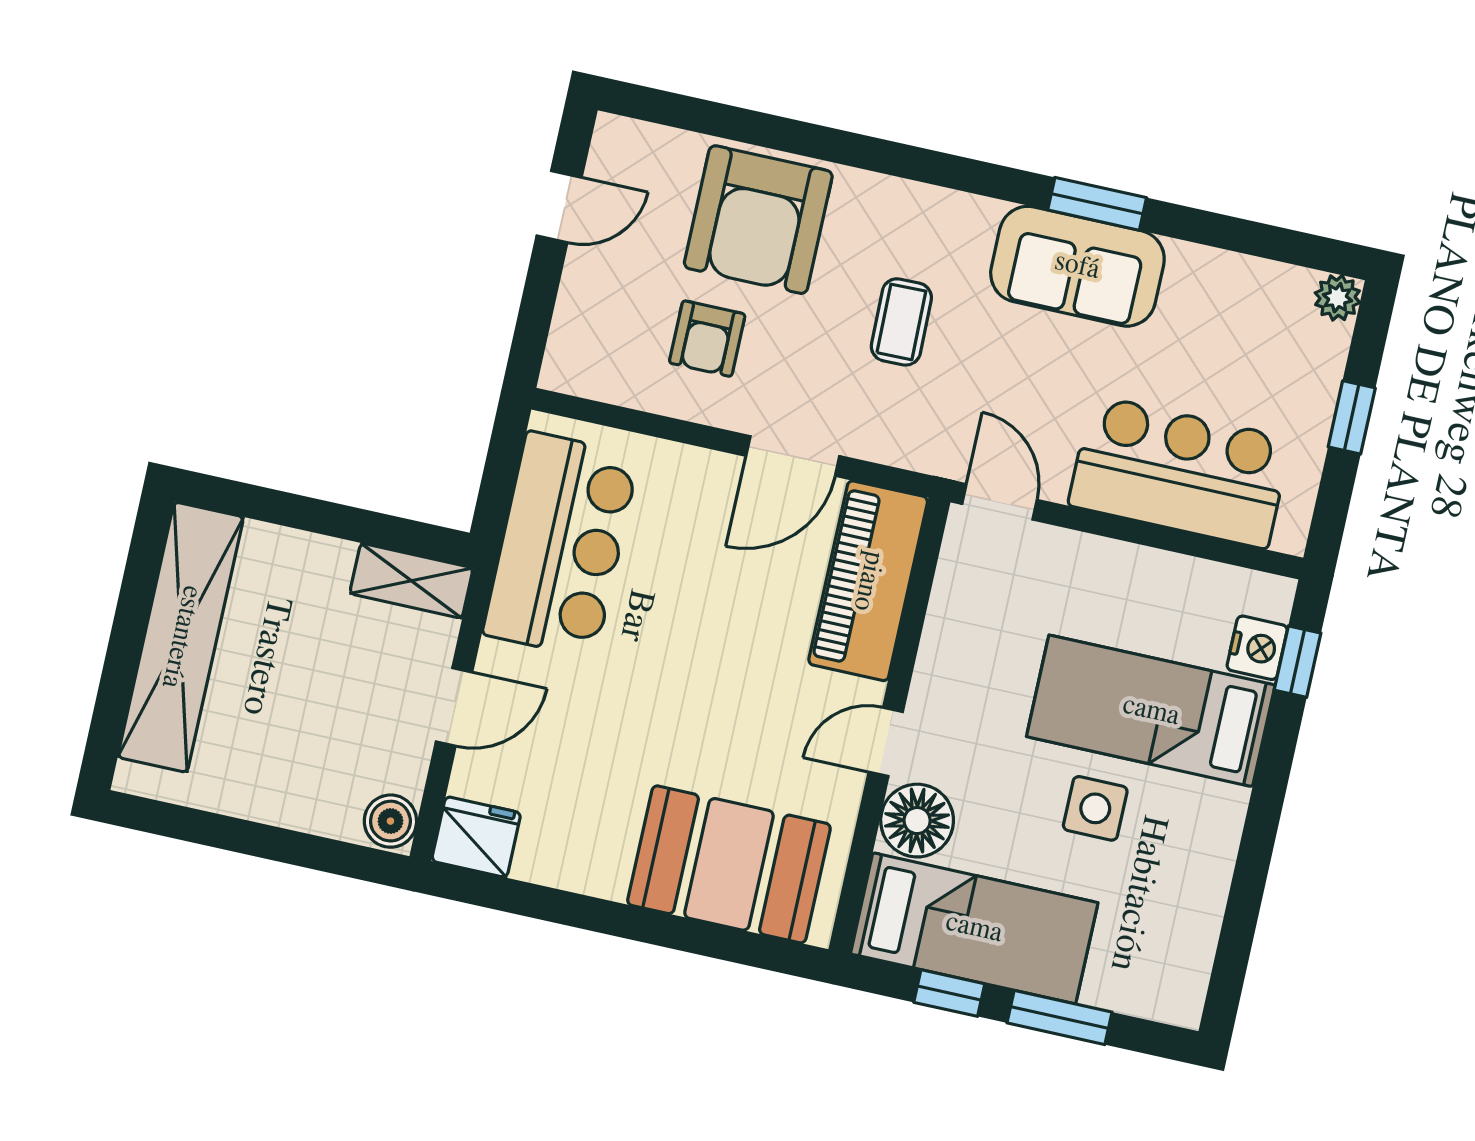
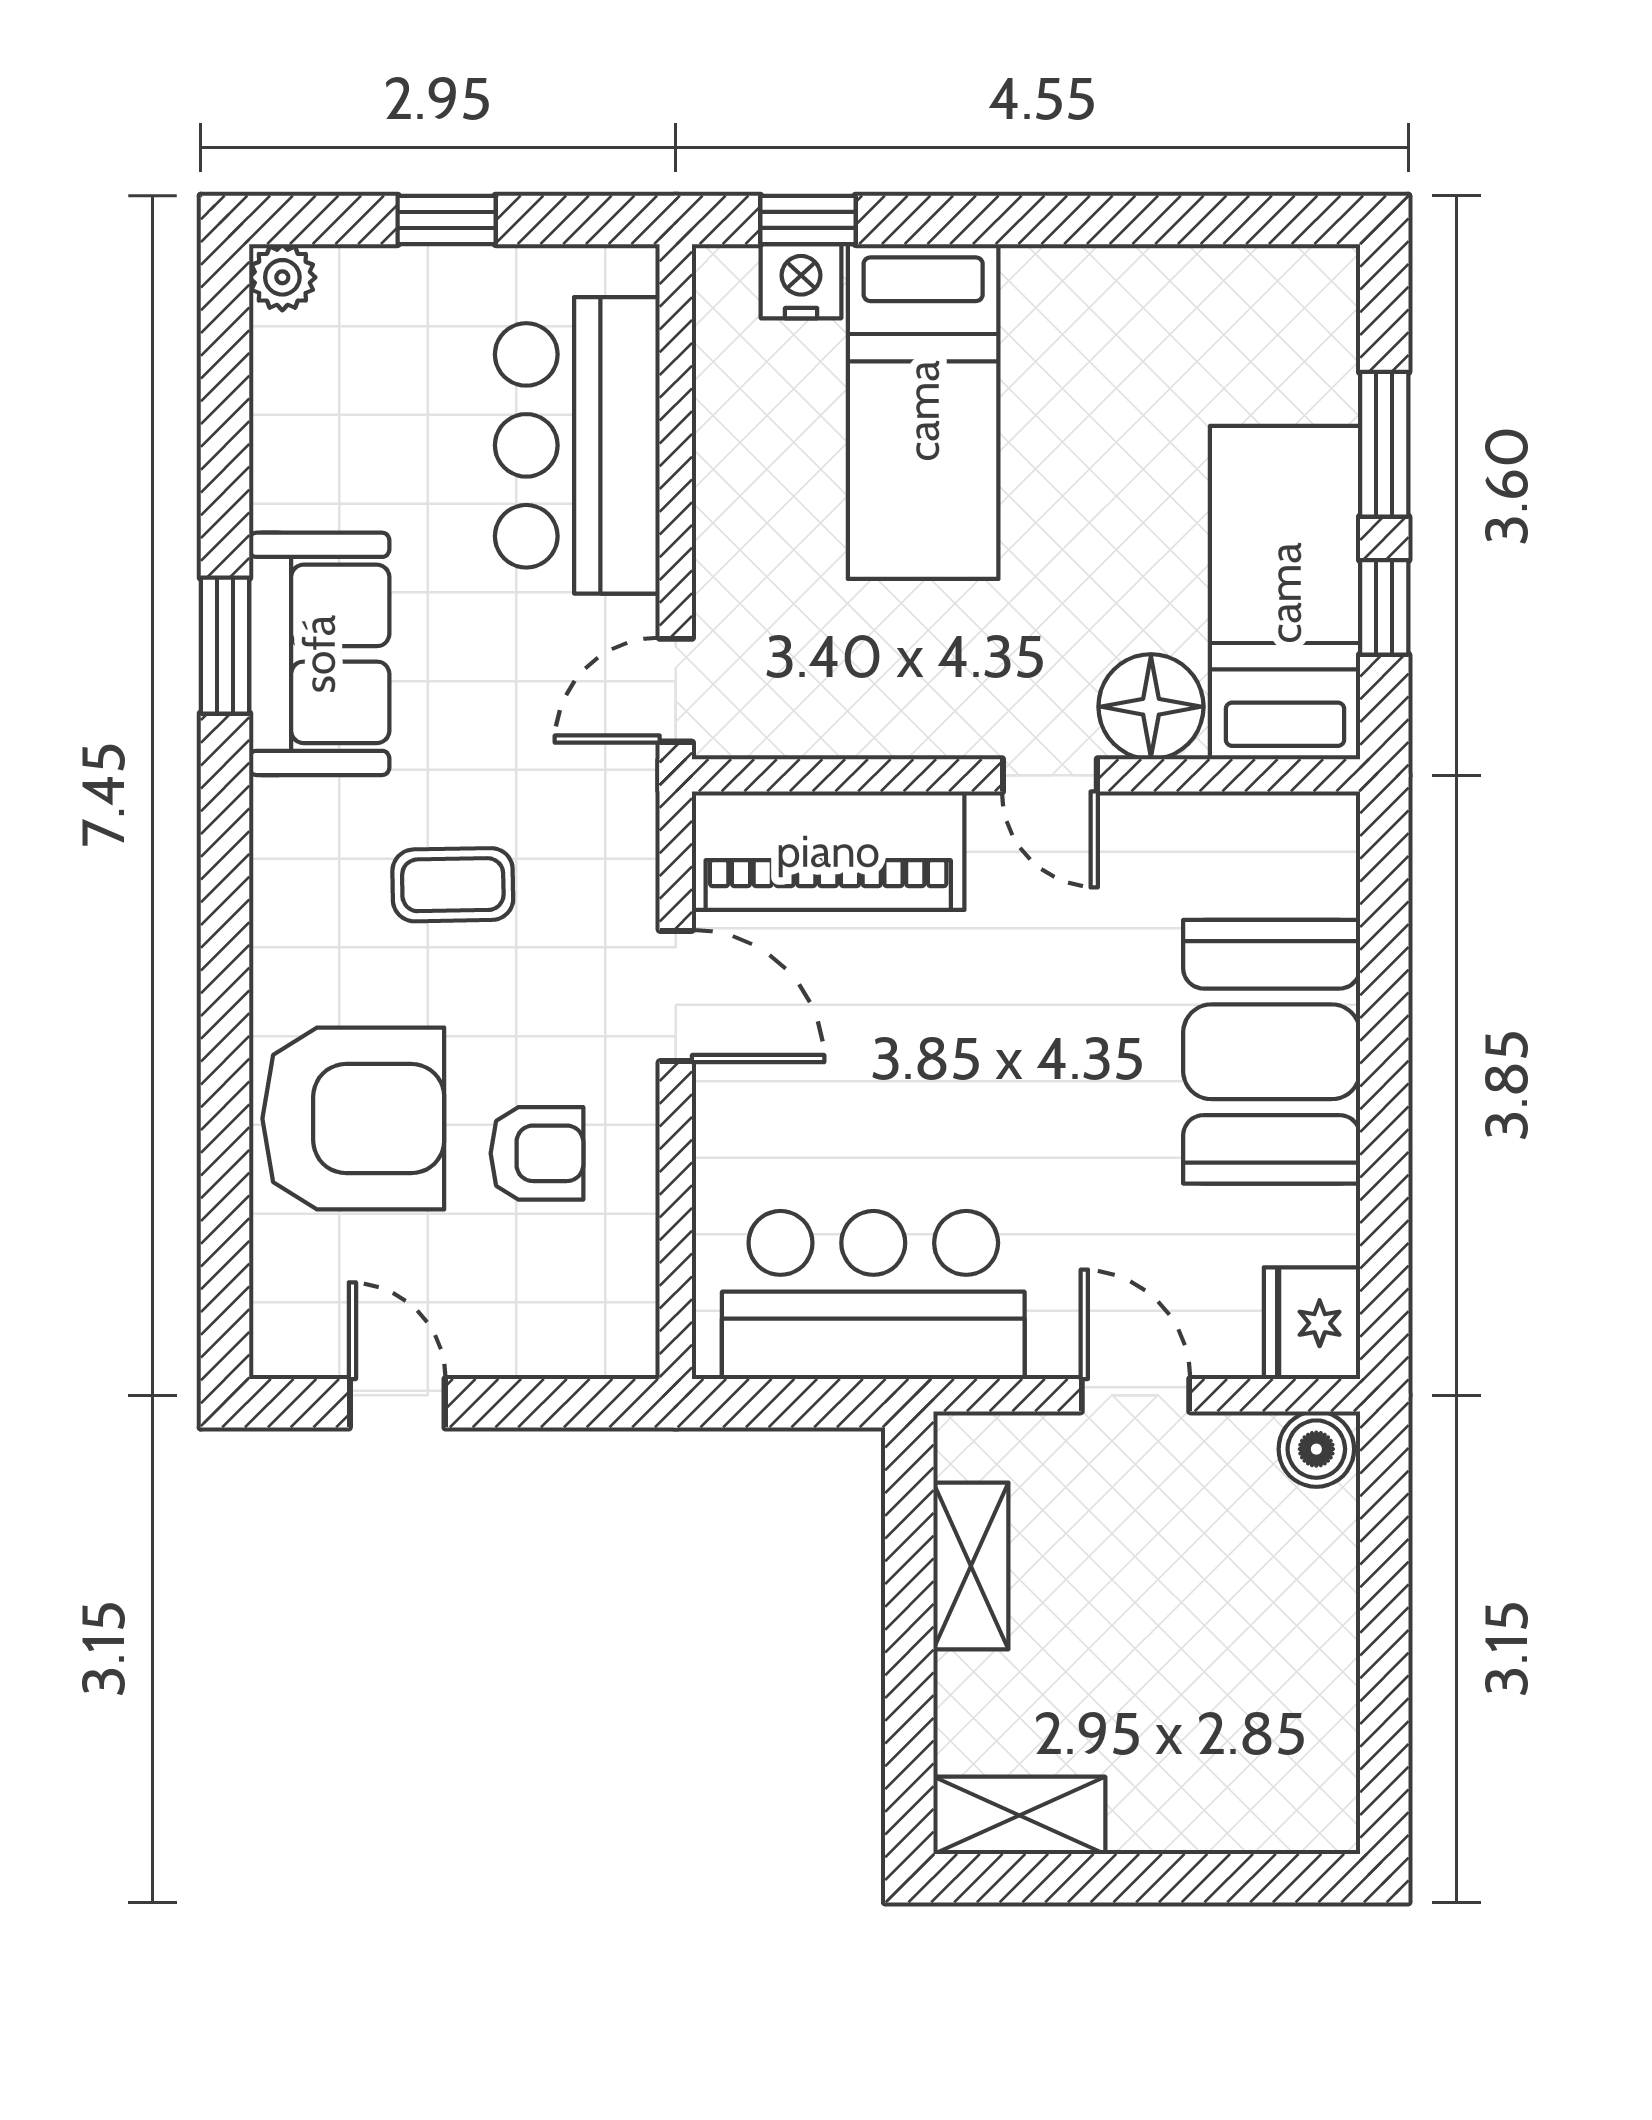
shelving: (411, 581) -> (971, 1566), moved
shelving: (181, 637) -> (1019, 1815), width x0.45, depth x0.75
side table: (1095, 808) -> (1078, 459), removed
booth: (729, 864) -> (1272, 1052), moved

